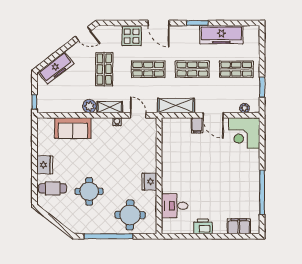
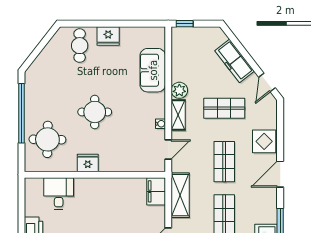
freezer: (56, 68) -> (235, 61), moved
filing cabinet: (197, 125) -> (156, 191), moved, width x2.00
round table: (89, 191) -> (95, 112), moved

